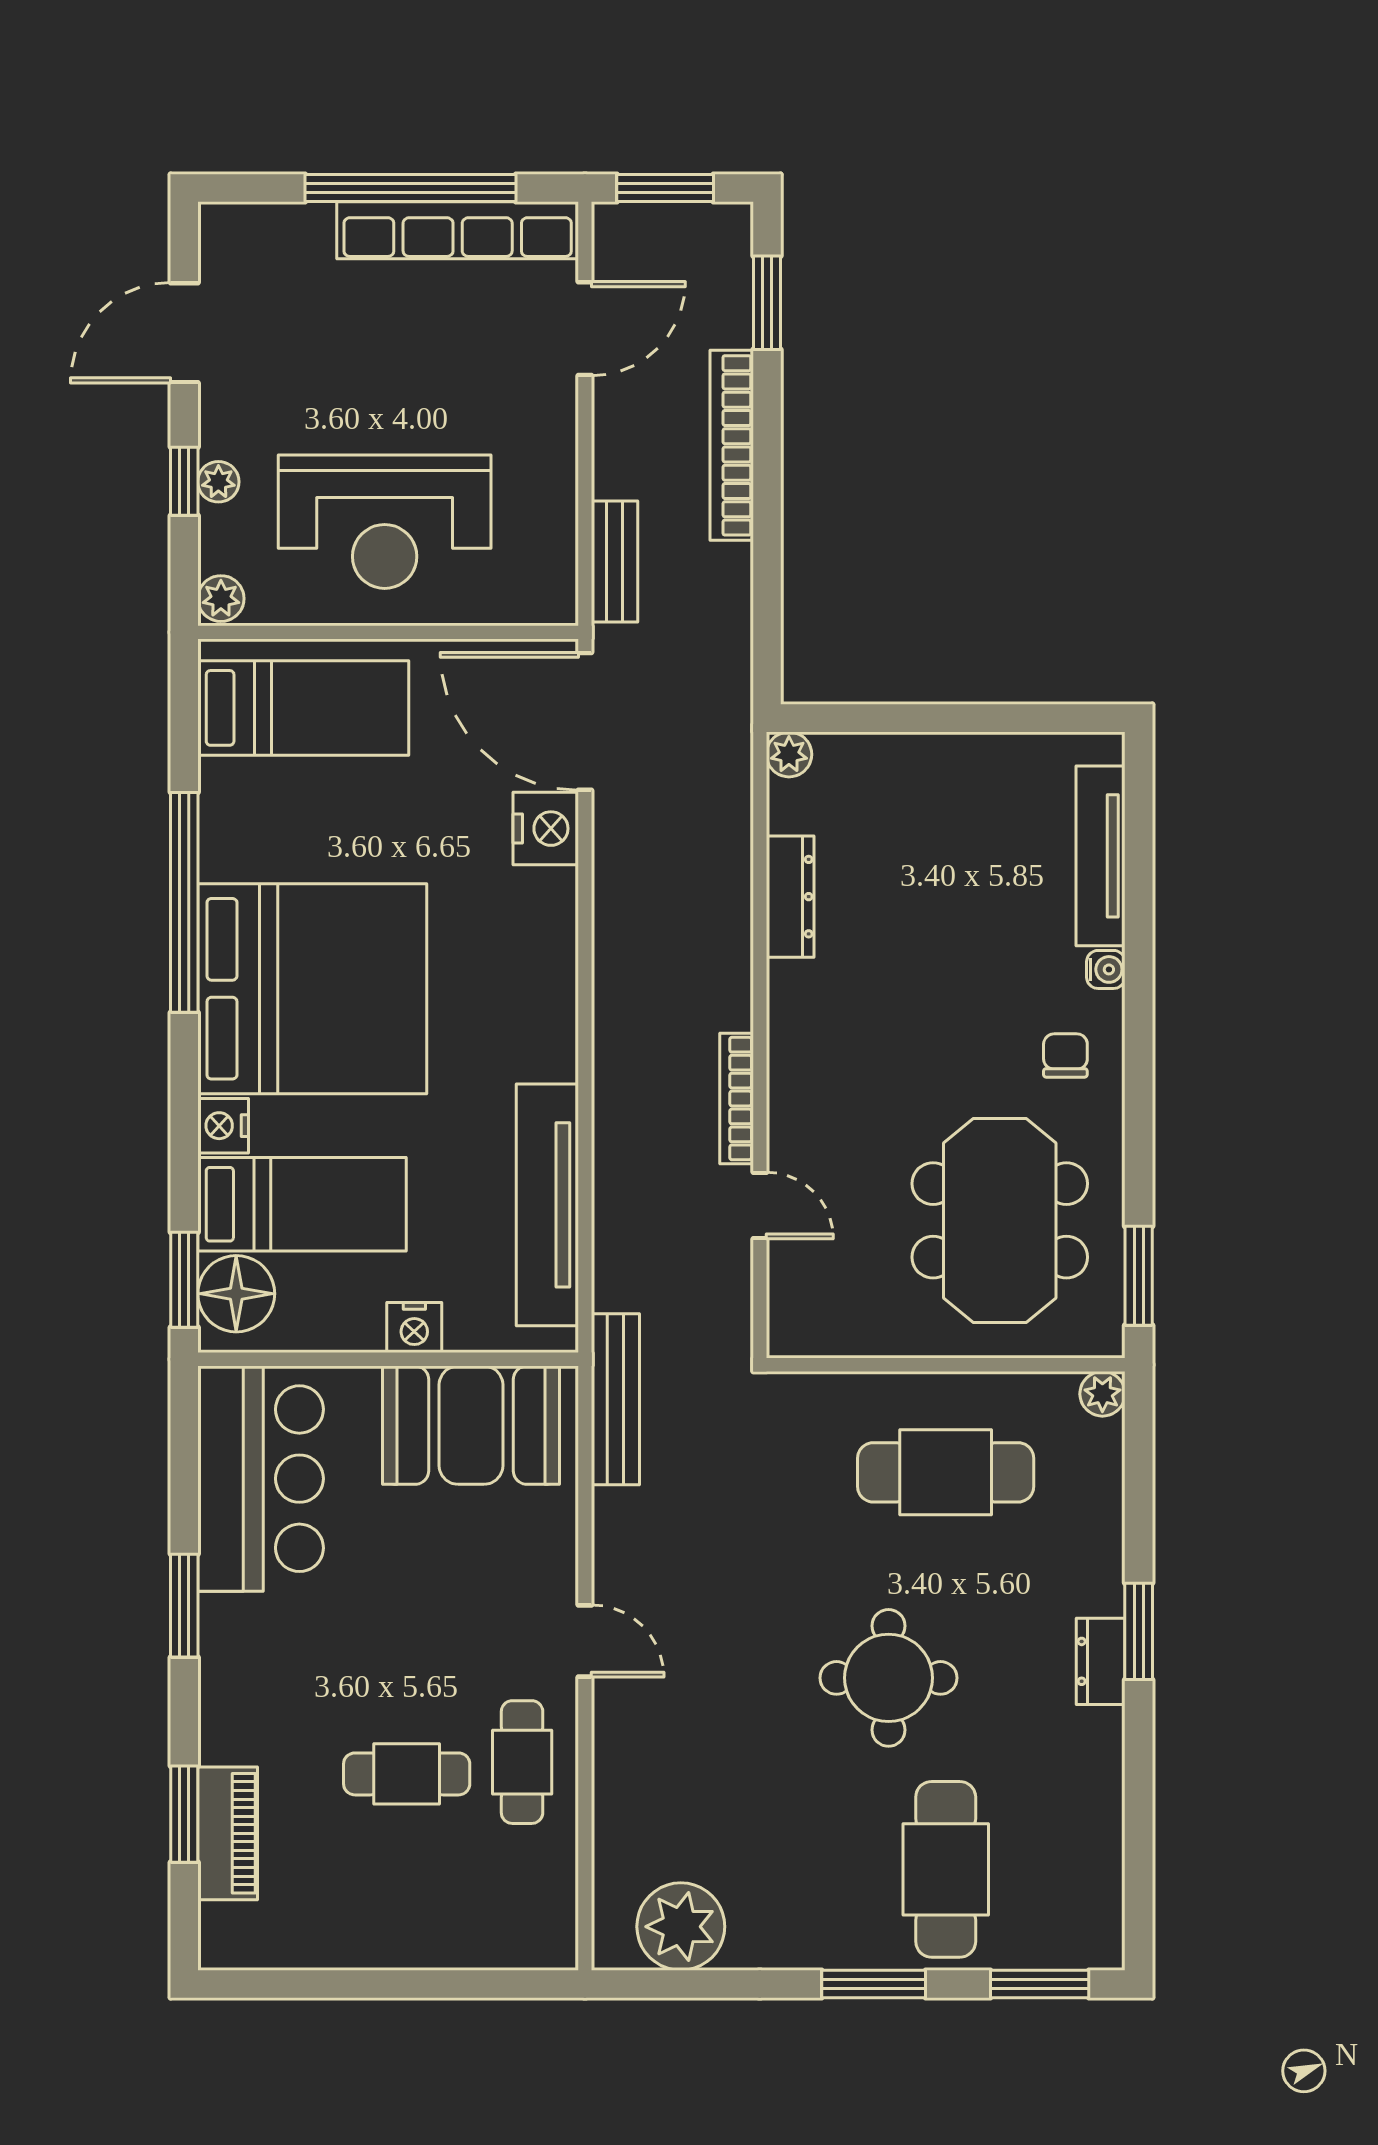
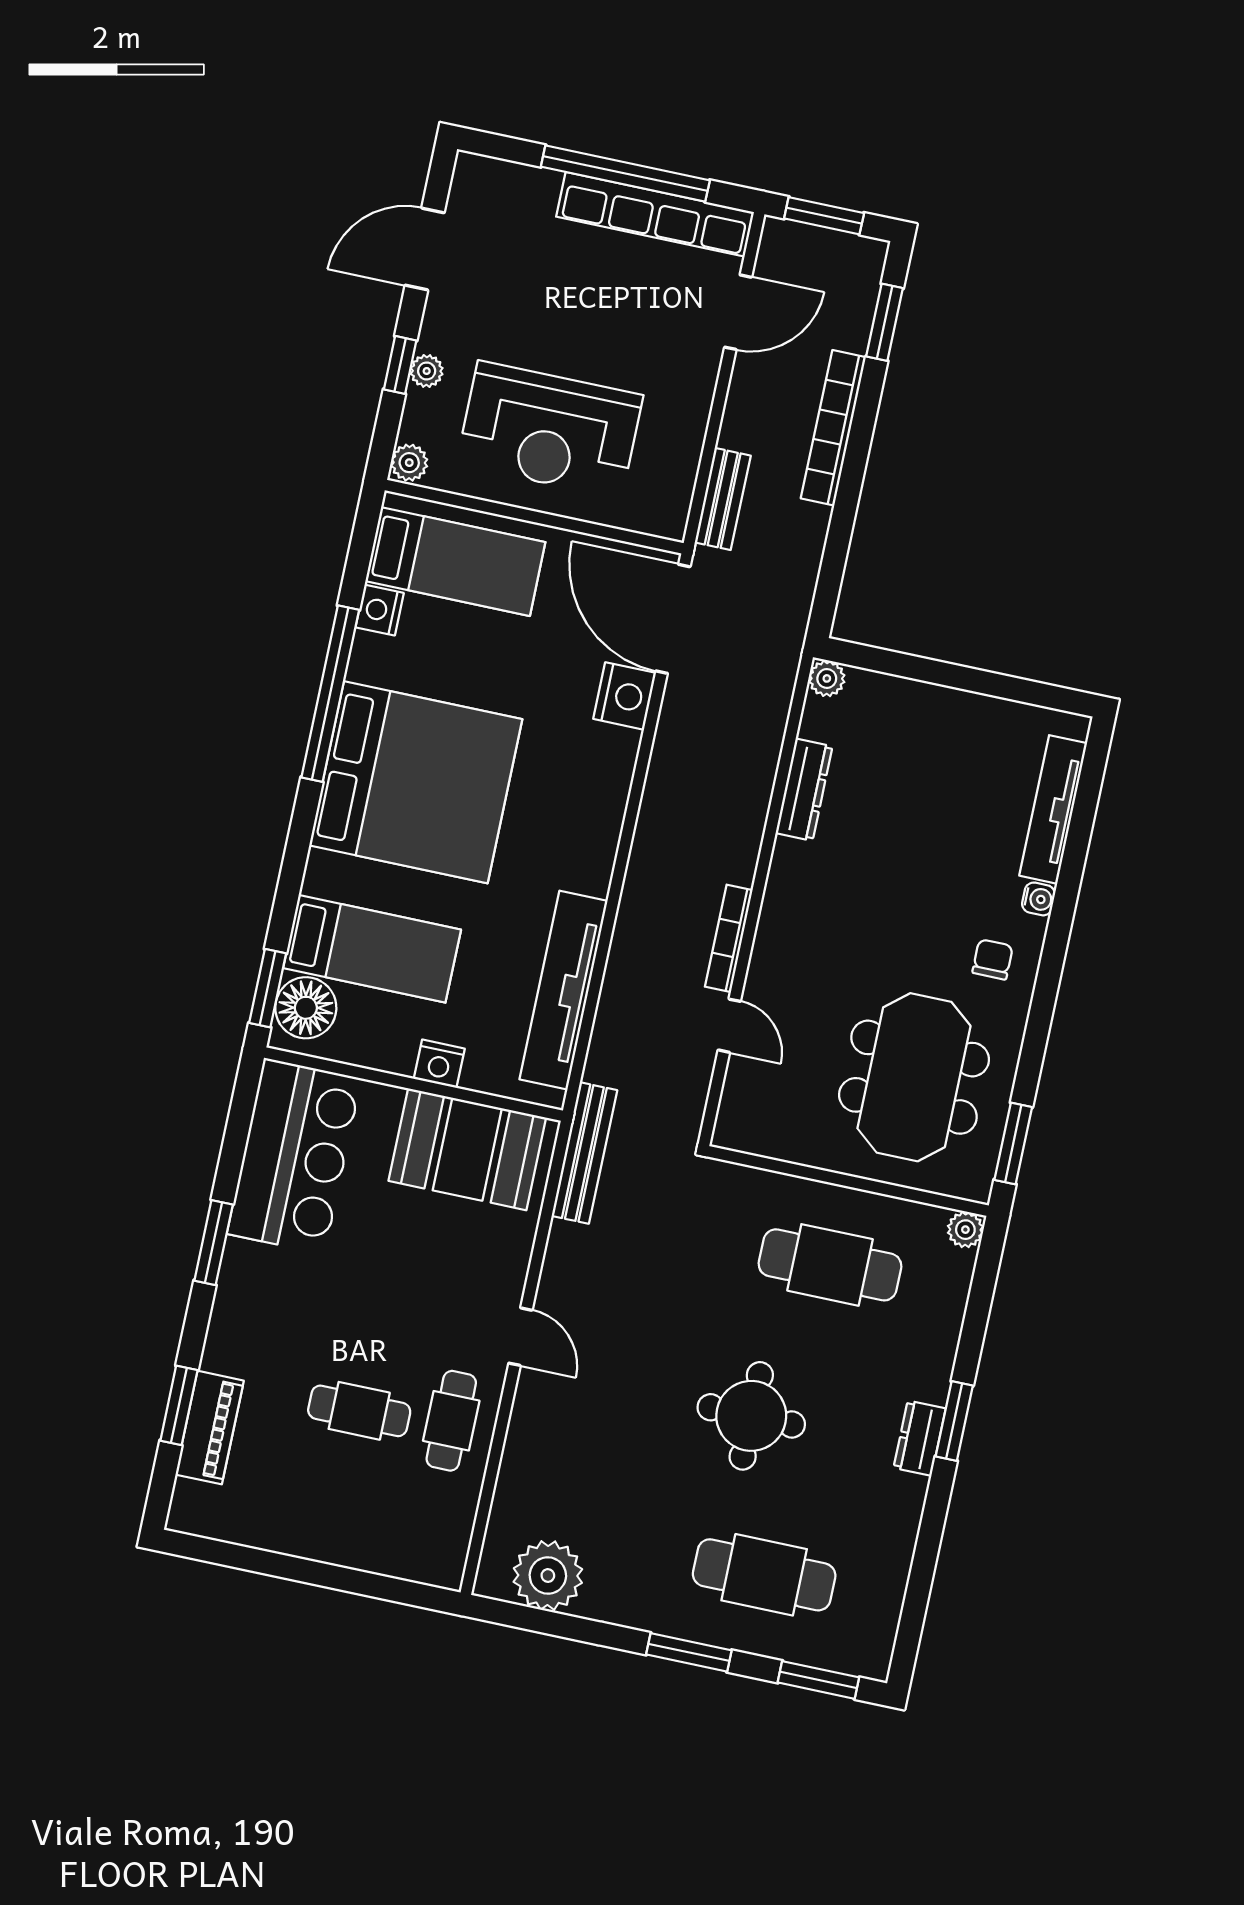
nightstand: (223, 1126) -> (380, 610), moved
cafe table: (946, 1869) -> (764, 1575), turned 90

